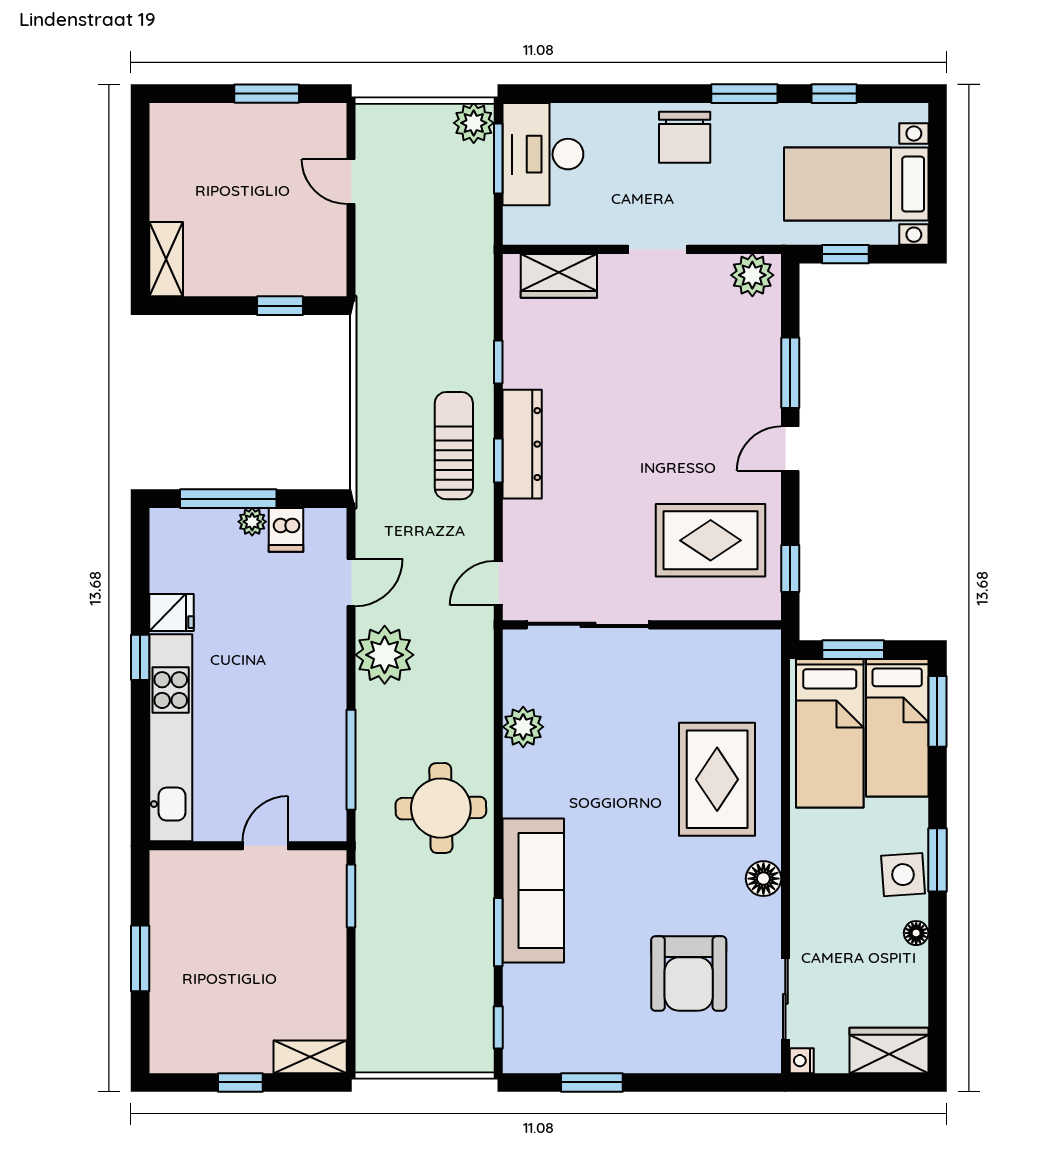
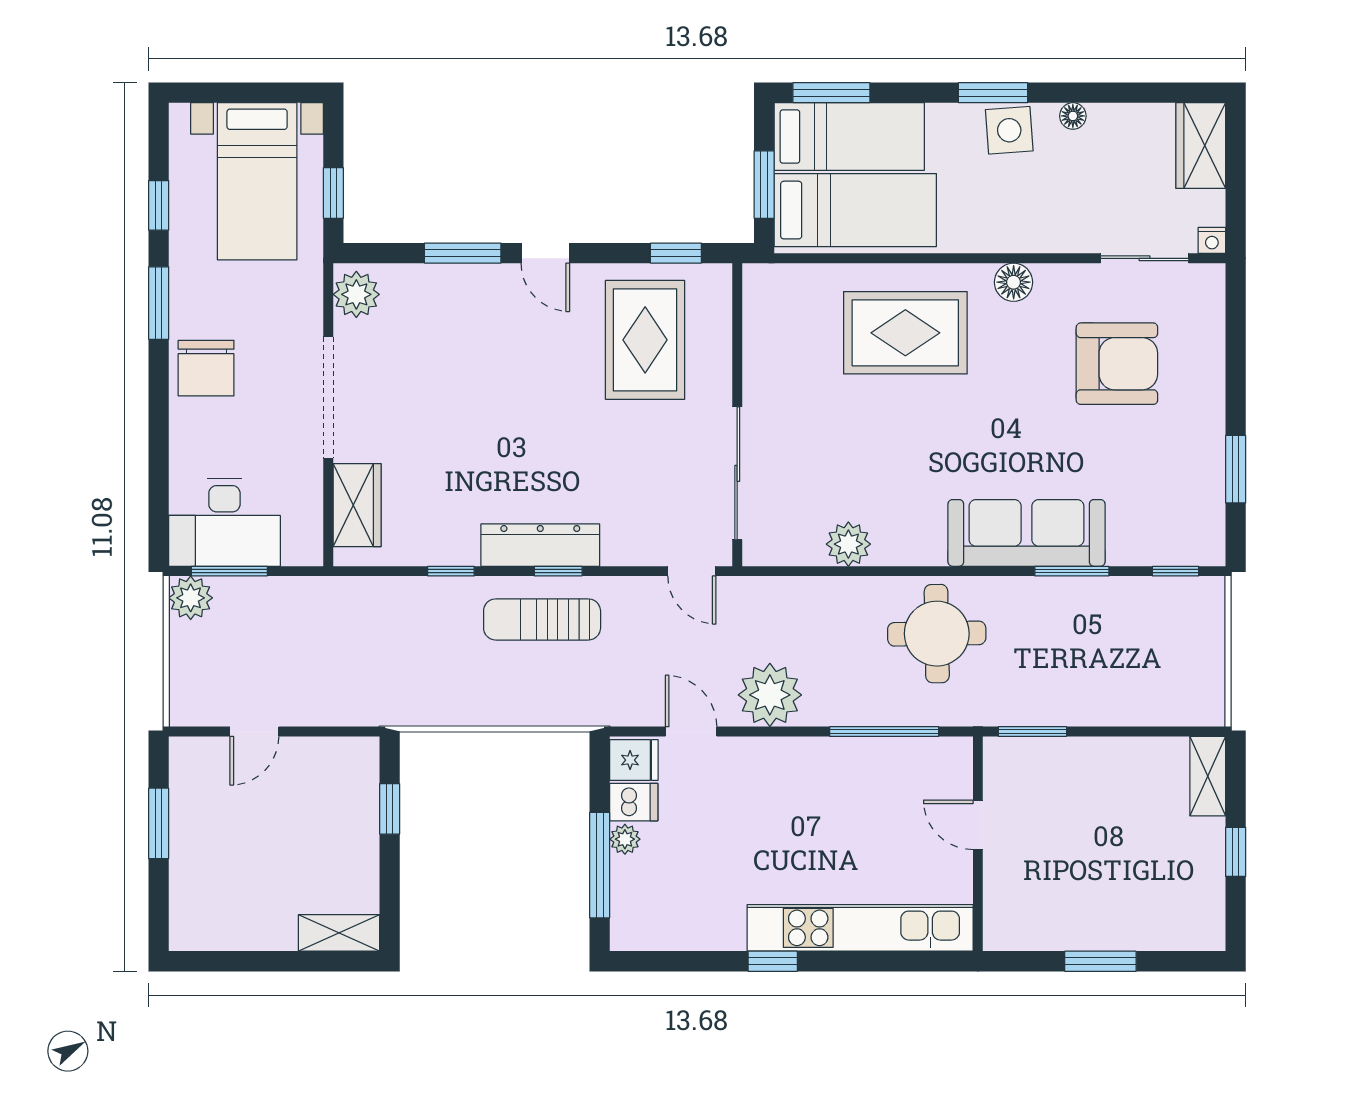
chair: (685, 137) -> (206, 368), turned 90
doorway: (658, 249) -> (328, 397), width x1.87
fridge: (171, 613) -> (634, 760), moved, turned 90

